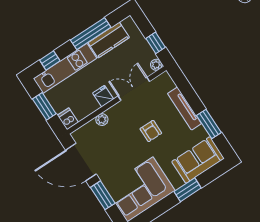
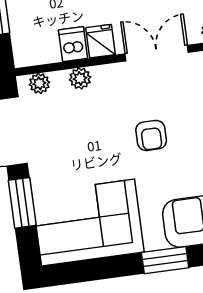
dishwasher: (68, 119) -> (73, 44), moved
plant: (83, 132) -> (39, 83), added

